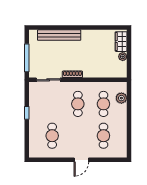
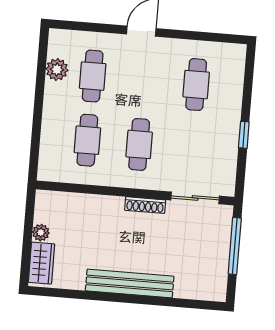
bench: (59, 35) -> (130, 283), moved
plant: (121, 98) -> (57, 70), moved

